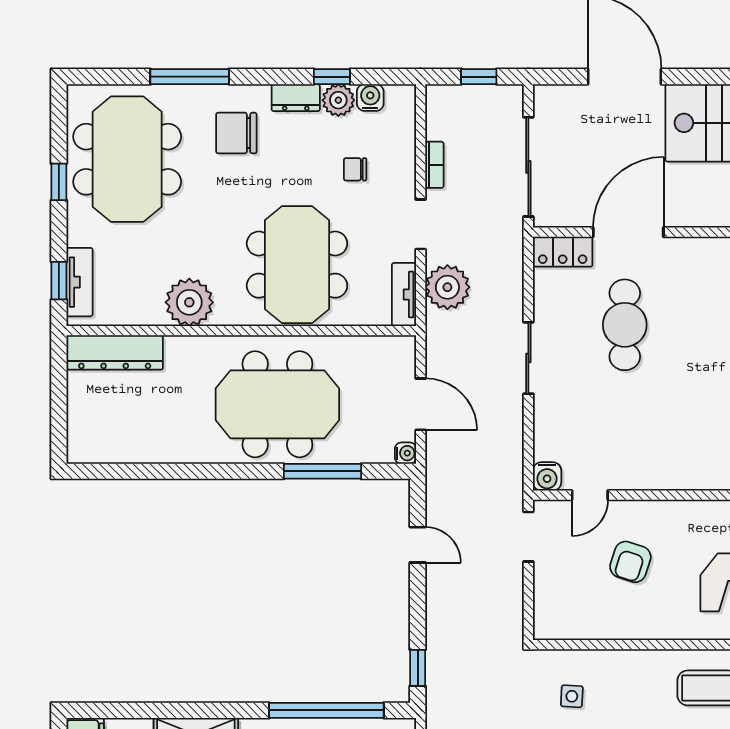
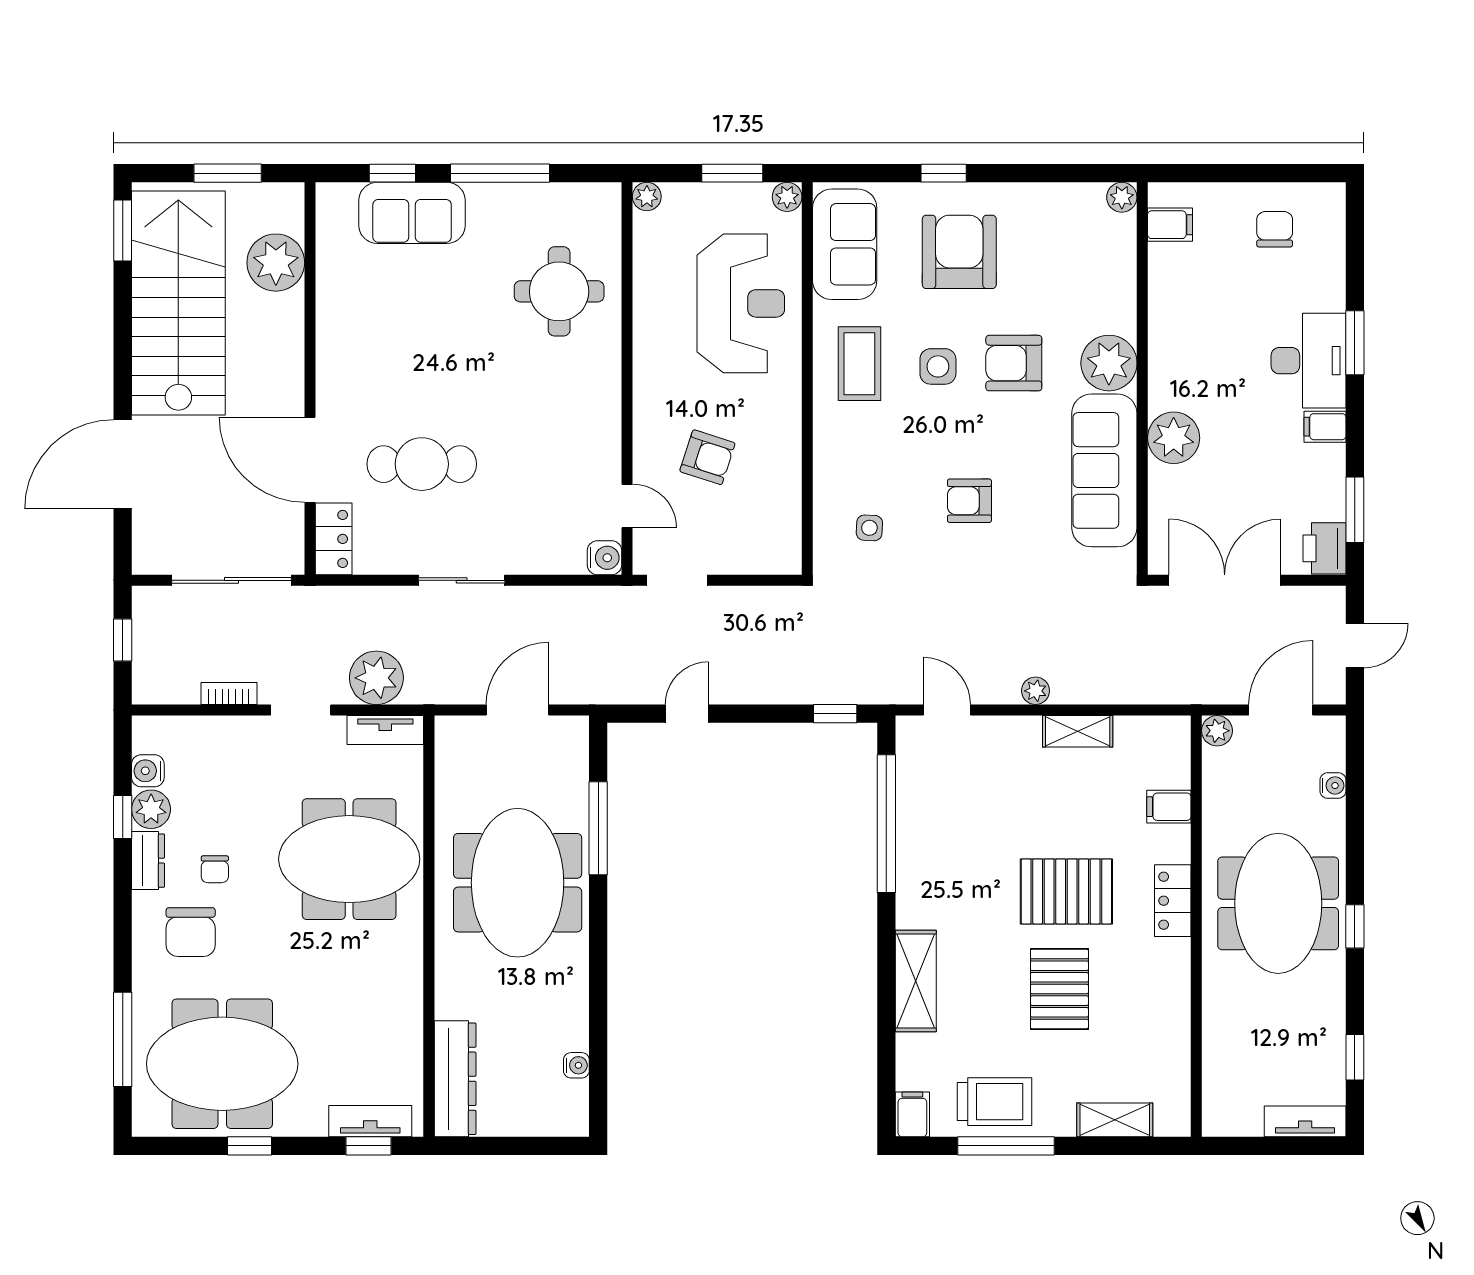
window: (190, 77) -> (123, 1039), moved
chair: (355, 169) -> (215, 869), moved
plant: (189, 302) -> (395, 989), removed
water cooler: (406, 453) -> (576, 1065), moved, turned 90

